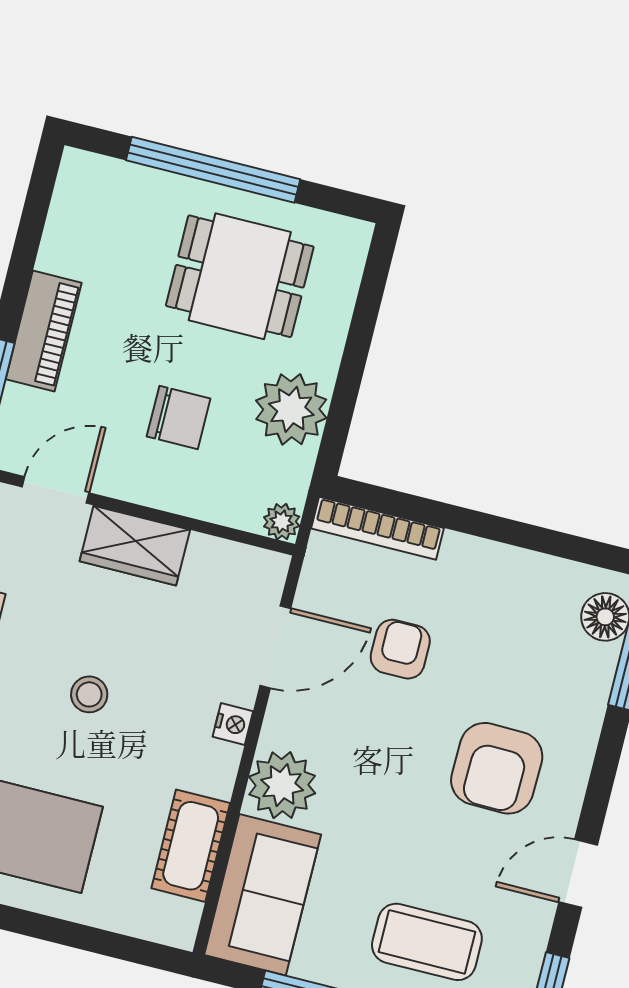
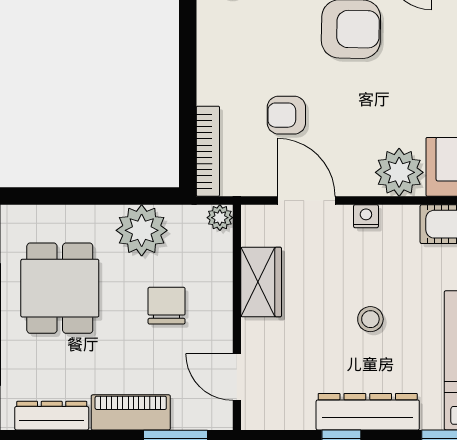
dresser: (67, 221) -> (52, 416), added
wardrobe: (135, 546) -> (261, 282), moved

